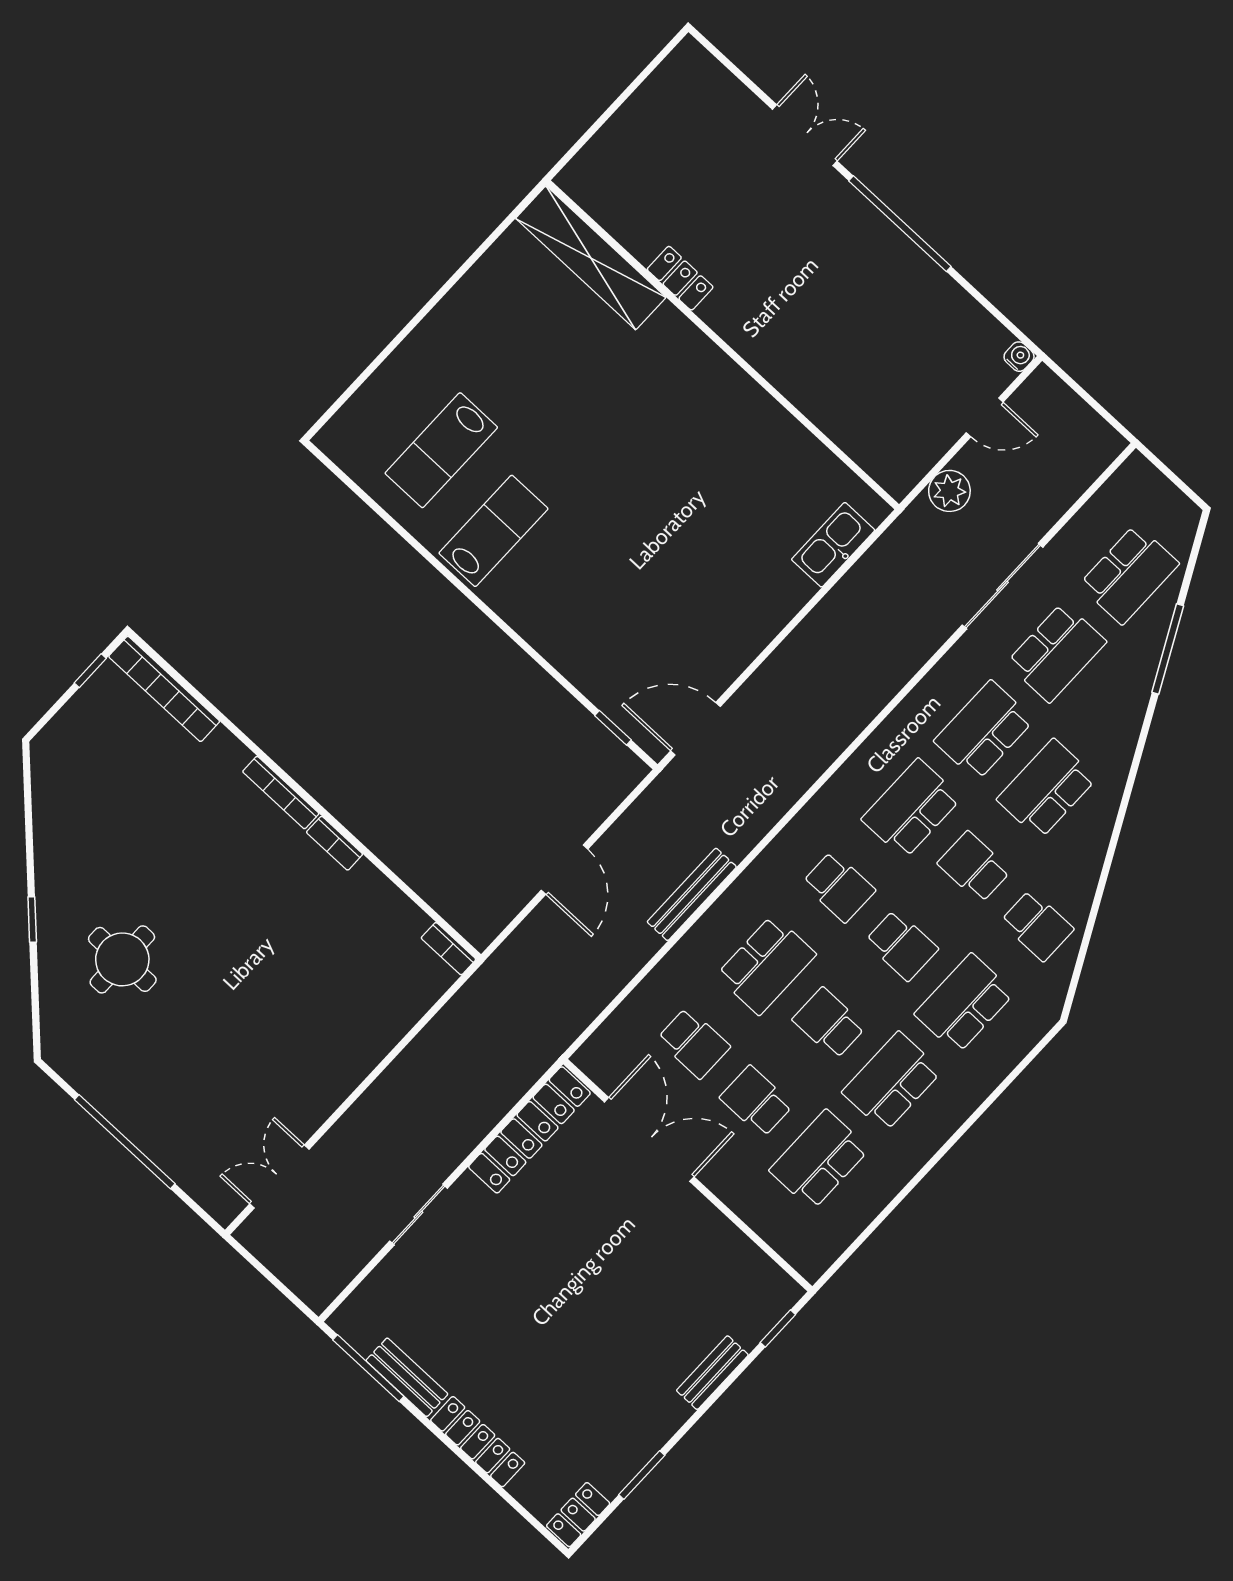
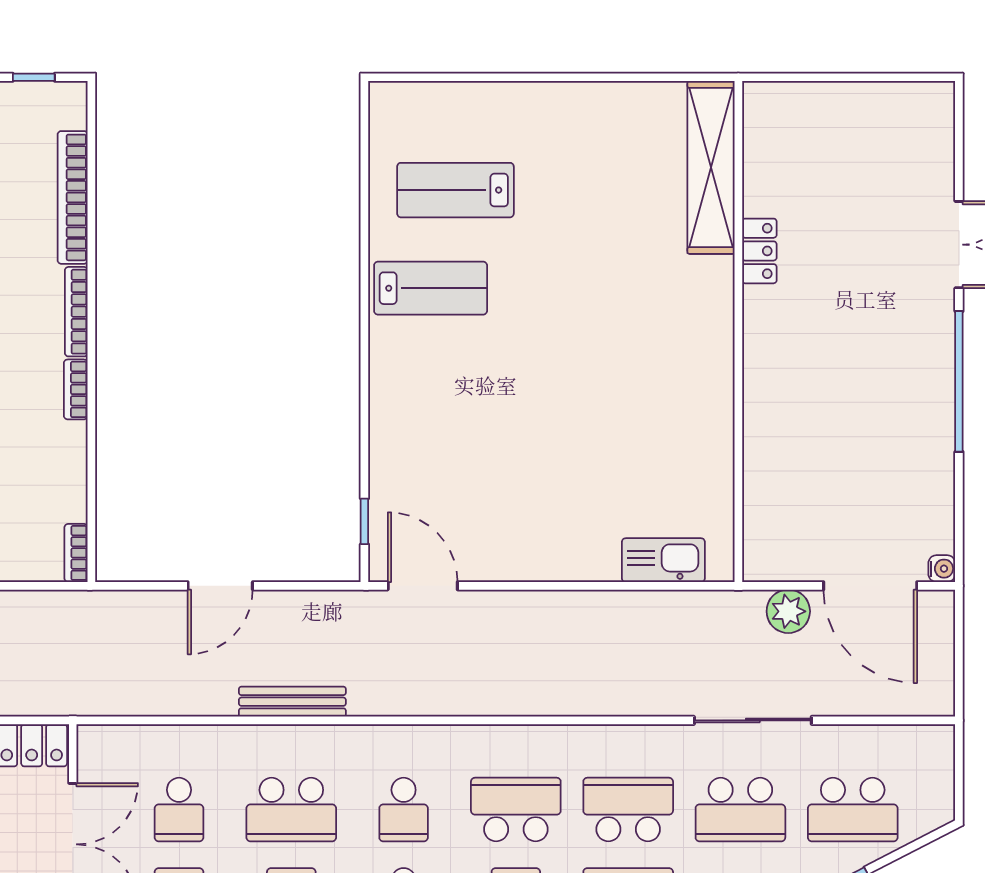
door: (985, 417) -> (870, 586), width x1.87
bookcase: (164, 689) -> (73, 197), moved

